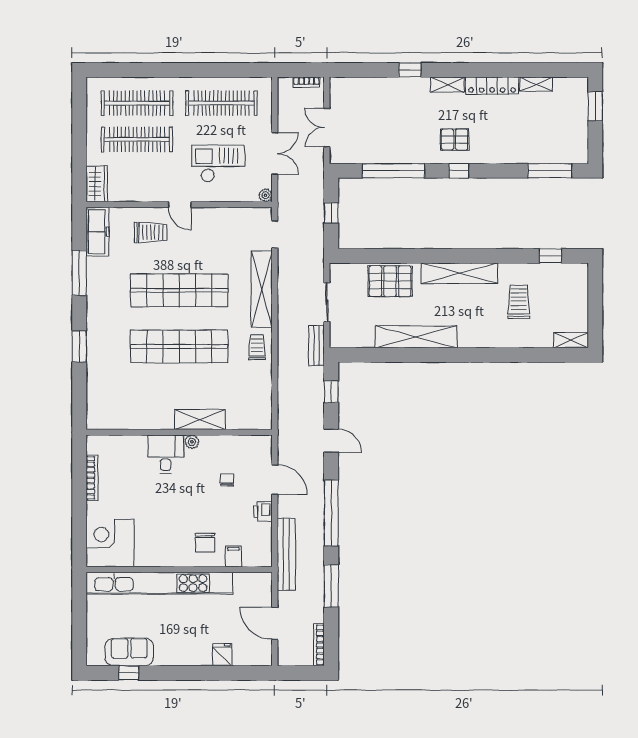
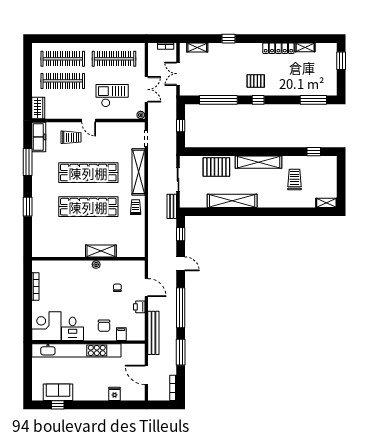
shelving: (447, 85) -> (197, 48), moved
desk: (166, 454) -> (73, 329), moved, turned 180

